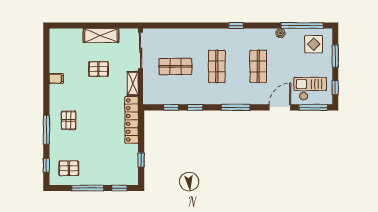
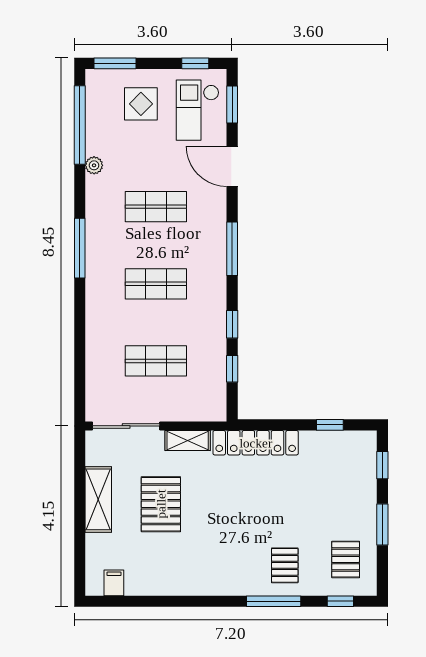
window: (236, 25) -> (80, 248), width x2.17
display table: (314, 44) -> (141, 104), moved
window: (335, 56) -> (115, 63), moved
shop shelf: (175, 66) -> (156, 361), turned 90
pallet: (98, 69) -> (161, 504), width x1.50, depth x1.42
filing cabinet: (56, 79) -> (114, 583), moved
window: (313, 107) -> (232, 104), width x0.69
pallet: (69, 120) -> (285, 565), moved, turned 90
window: (88, 188) -> (382, 524), width x0.69

